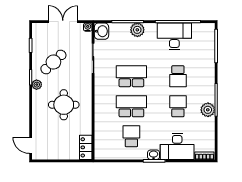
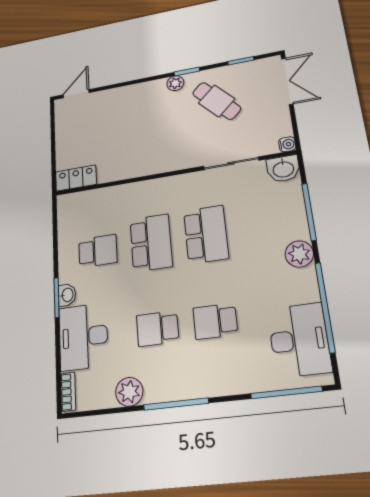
double door: (63, 22) -> (287, 81), moved
plant: (137, 30) -> (299, 254), moved
desk: (174, 36) -> (299, 340), moved
round table: (64, 105) -> (145, 131), removed
school desk: (178, 106) -> (158, 329), turned 180
plant: (208, 110) -> (129, 392), moved

